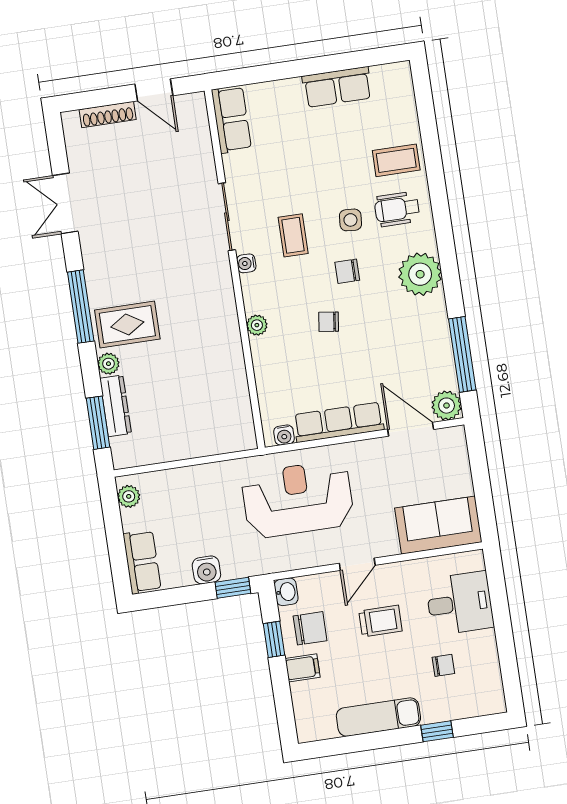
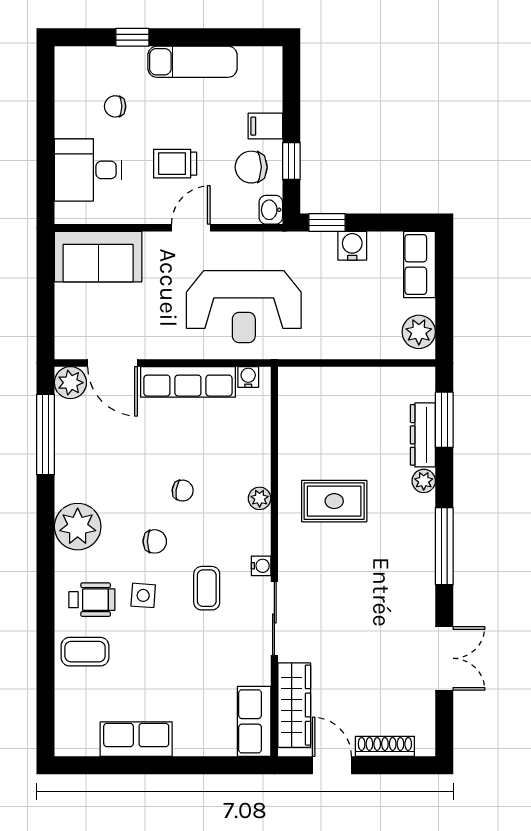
wardrobe: (197, 140) -> (294, 705), added
rug: (127, 325) -> (334, 501), moved
plant: (129, 496) -> (419, 332), width x1.38, depth x1.38

